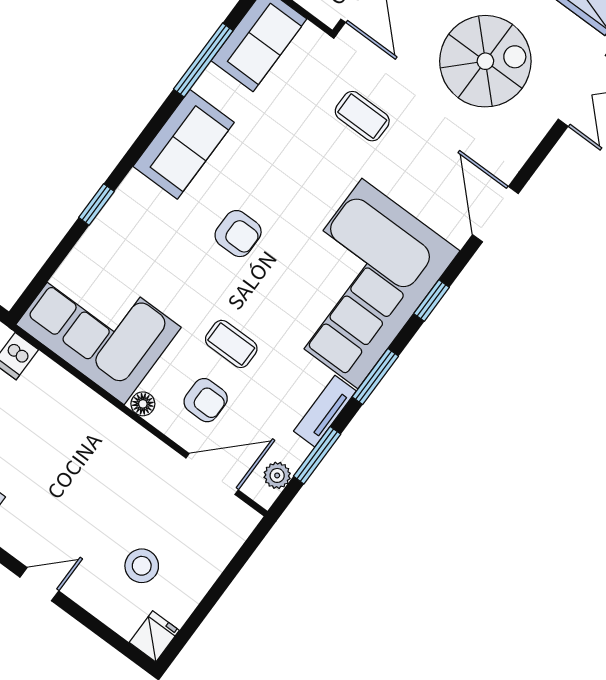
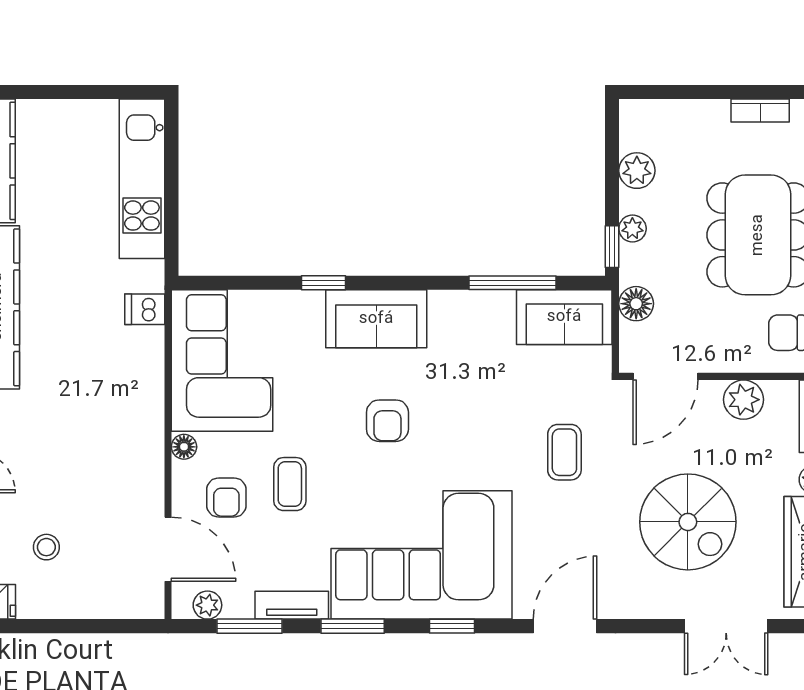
sofa: (184, 144) -> (376, 319), moved
stool: (142, 566) -> (46, 547), width x0.73, depth x0.73

